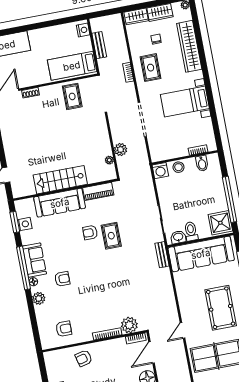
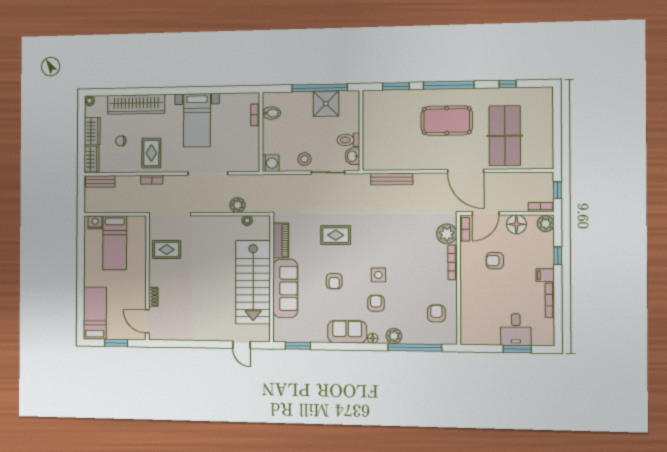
bench: (99, 45) -> (100, 181), moved
bed: (72, 66) -> (115, 243), moved
rug: (151, 68) -> (151, 153), turned 90
stool: (178, 167) -> (304, 159), moved
stairs: (60, 180) -> (253, 282), width x1.36, depth x1.51
shower: (220, 223) -> (326, 104), moved
side table: (25, 224) -> (378, 275), moved
armchair: (90, 233) -> (334, 281), moved
sofa: (201, 254) -> (378, 132), removed
bench: (162, 255) -> (392, 179), moved, width x1.36
window: (24, 268) -> (415, 348), moved
door: (183, 330) -> (466, 171), width x1.88
door: (152, 353) -> (486, 213), hinge flipped
armchair: (84, 358) -> (495, 261), moved, turned 104

